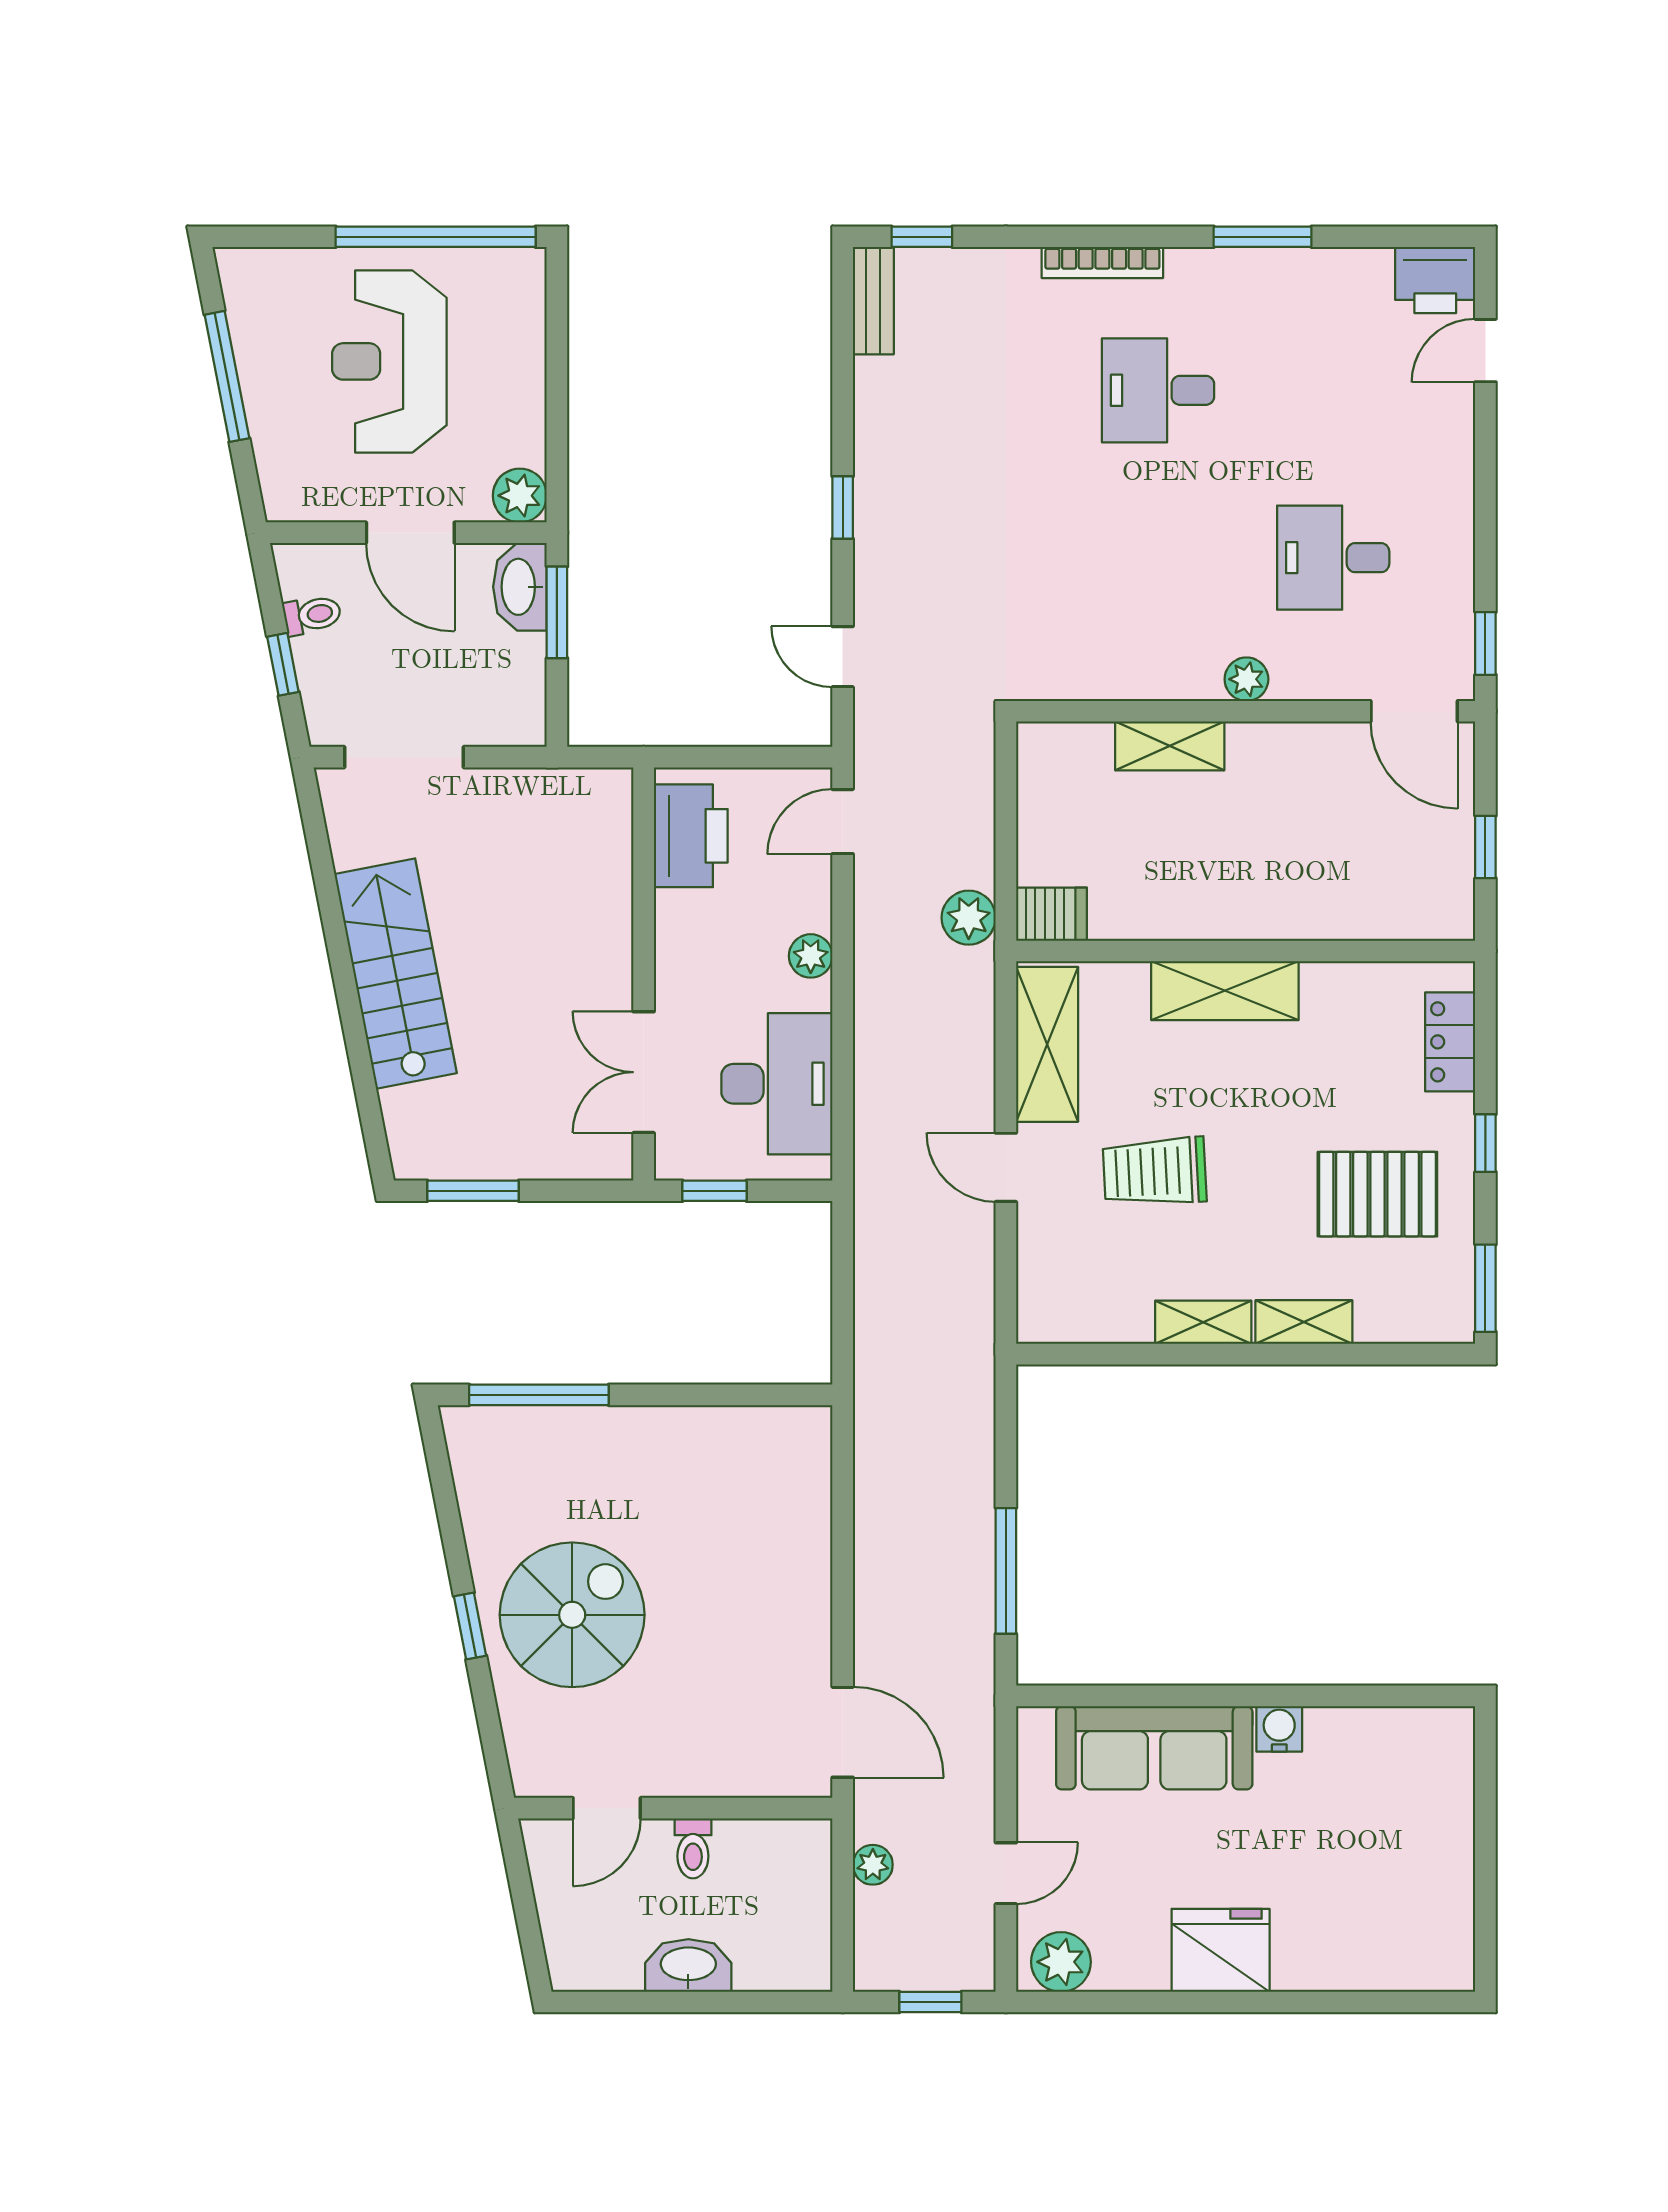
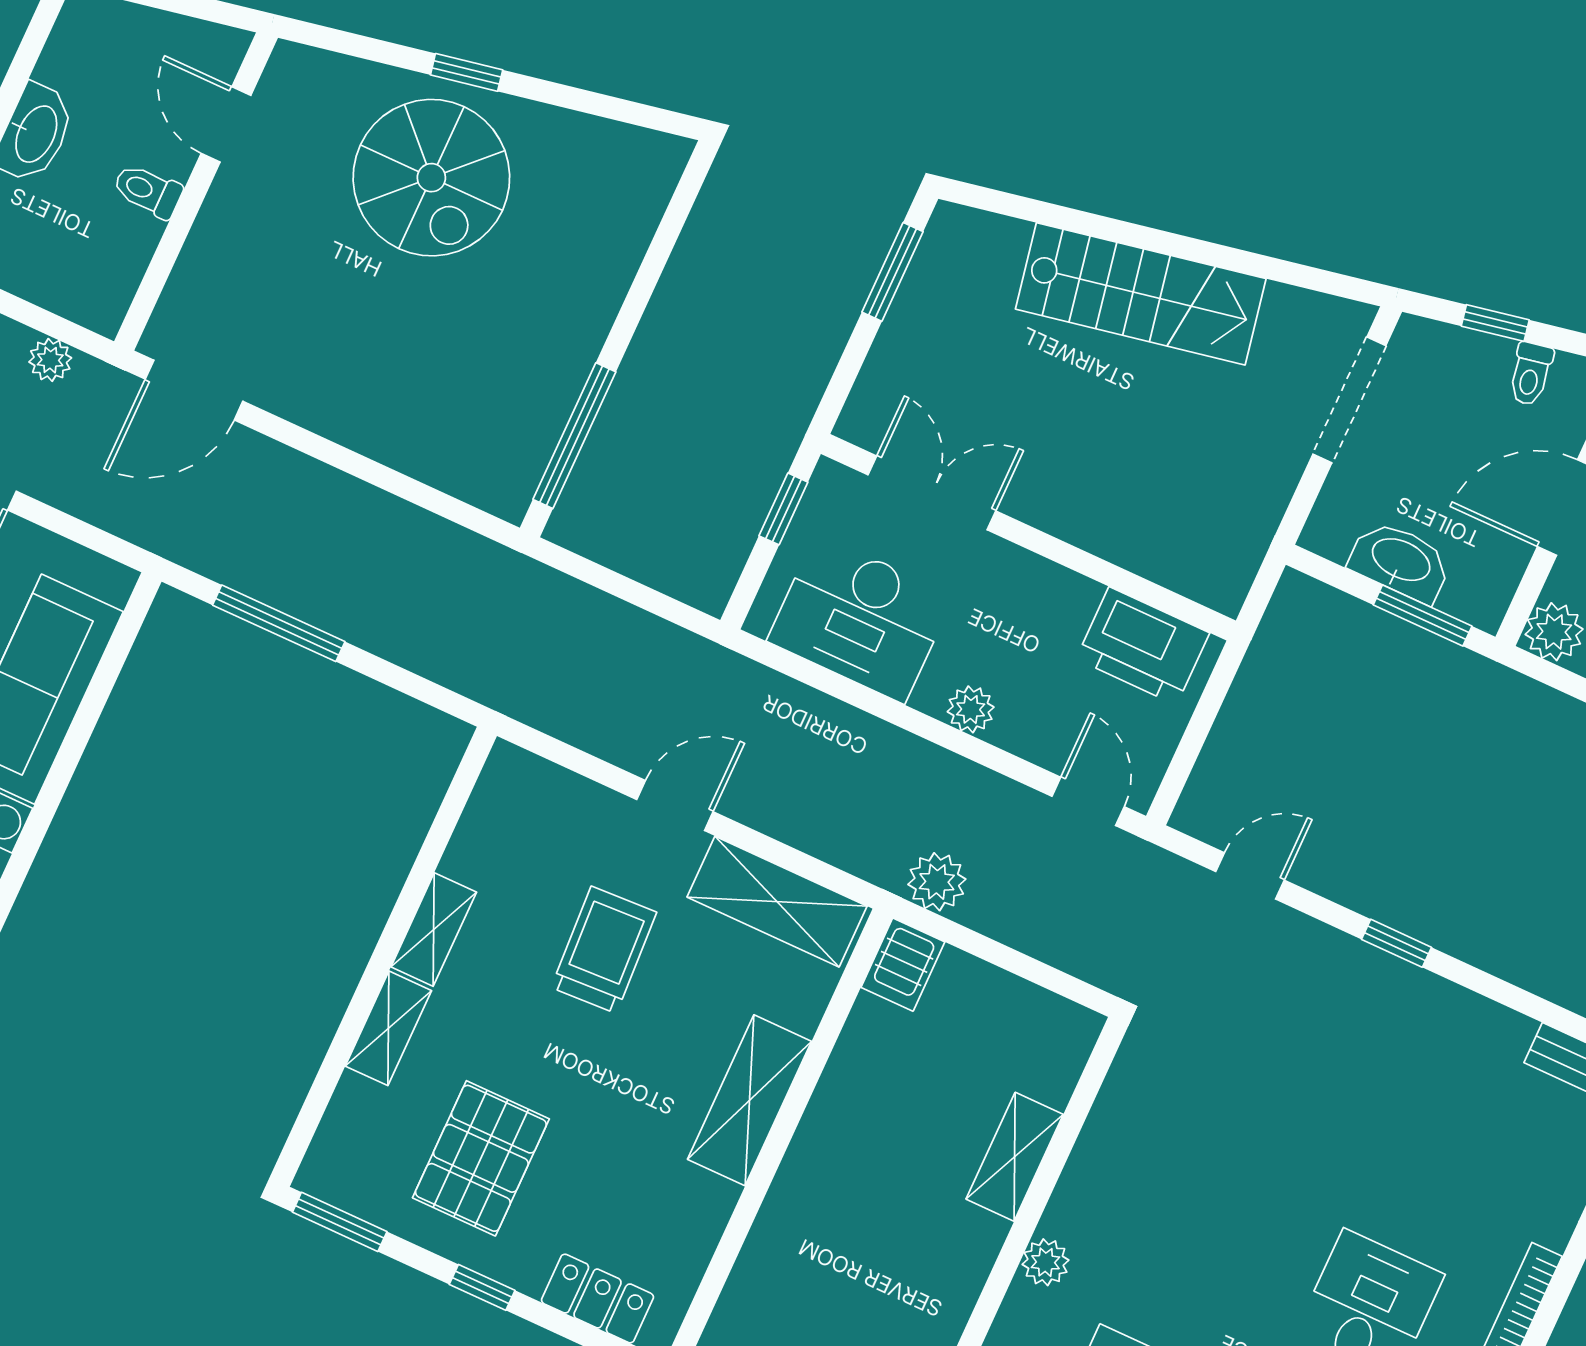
washbasin: (520, 587) -> (1400, 561), moved
window: (539, 1395) -> (574, 436), moved

